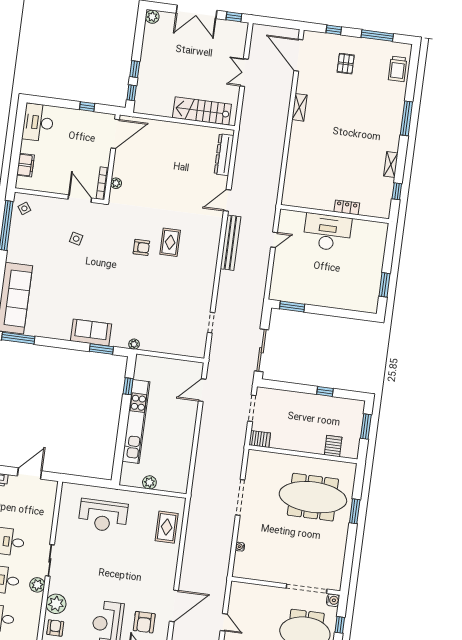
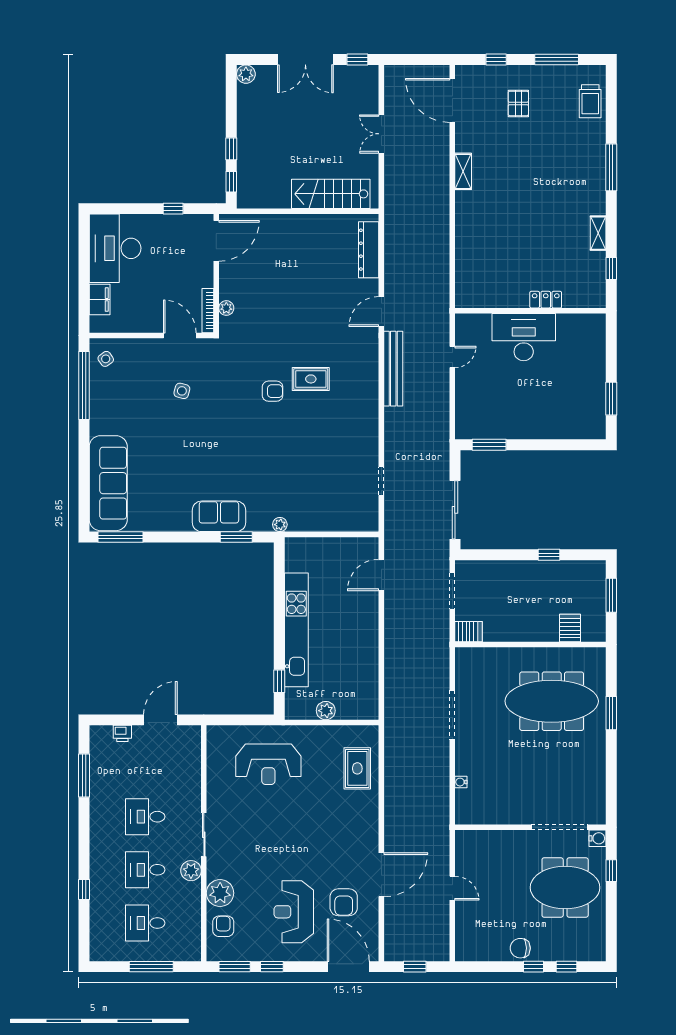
desk: (38, 123) -> (115, 248), width x1.36, depth x1.30
rug: (170, 242) -> (311, 379), turned 90
window: (128, 386) -> (279, 681), moved

